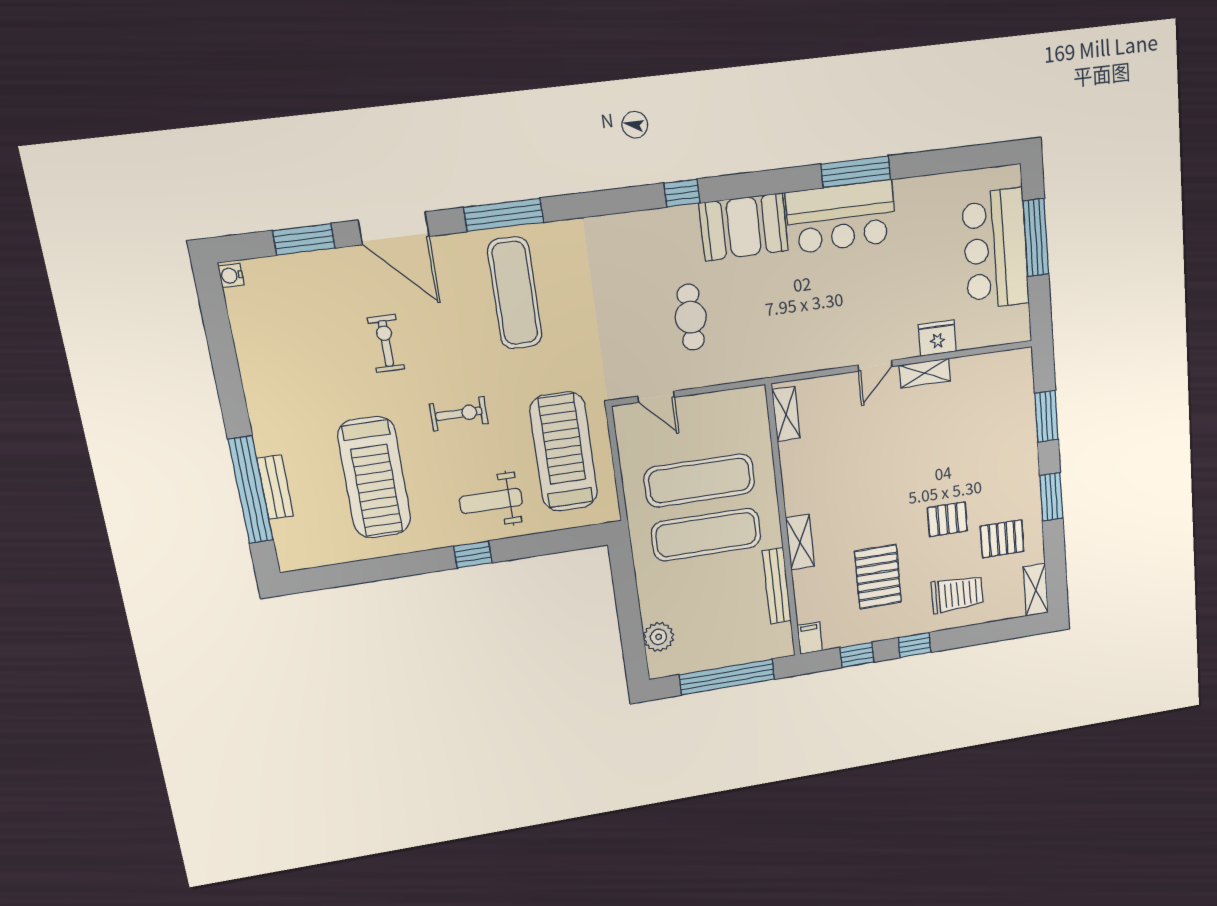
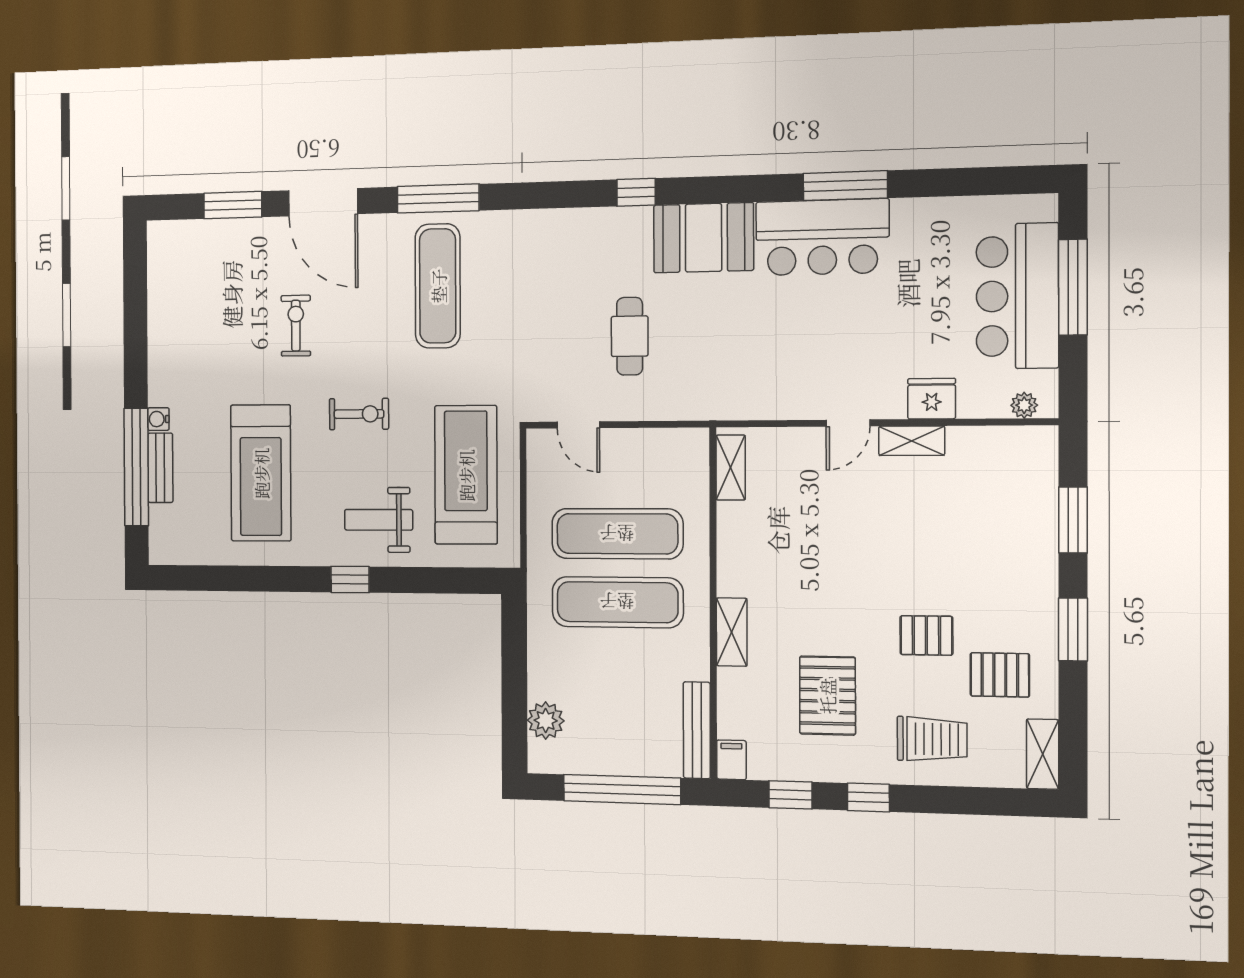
water cooler: (231, 276) -> (158, 419), moved
plant: (1006, 334) -> (1024, 405), added
bench: (777, 586) -> (697, 730), moved

